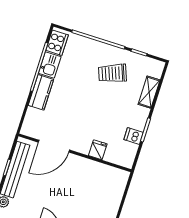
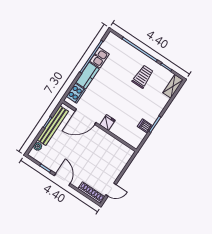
cooker: (57, 43) -> (76, 93), moved
trolley: (112, 73) -> (143, 77), turned 111
shelving: (149, 92) -> (173, 86), moved
fridge: (98, 150) -> (107, 123), moved

